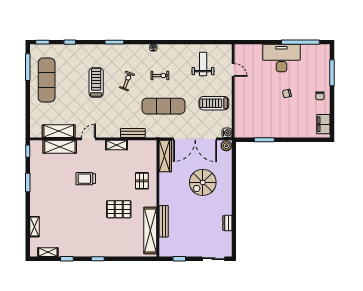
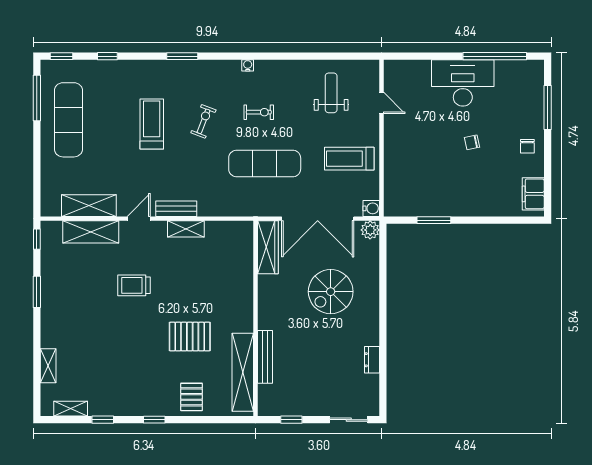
bench: (133, 133) -> (176, 209), moved
pallet: (142, 181) -> (191, 397), moved

